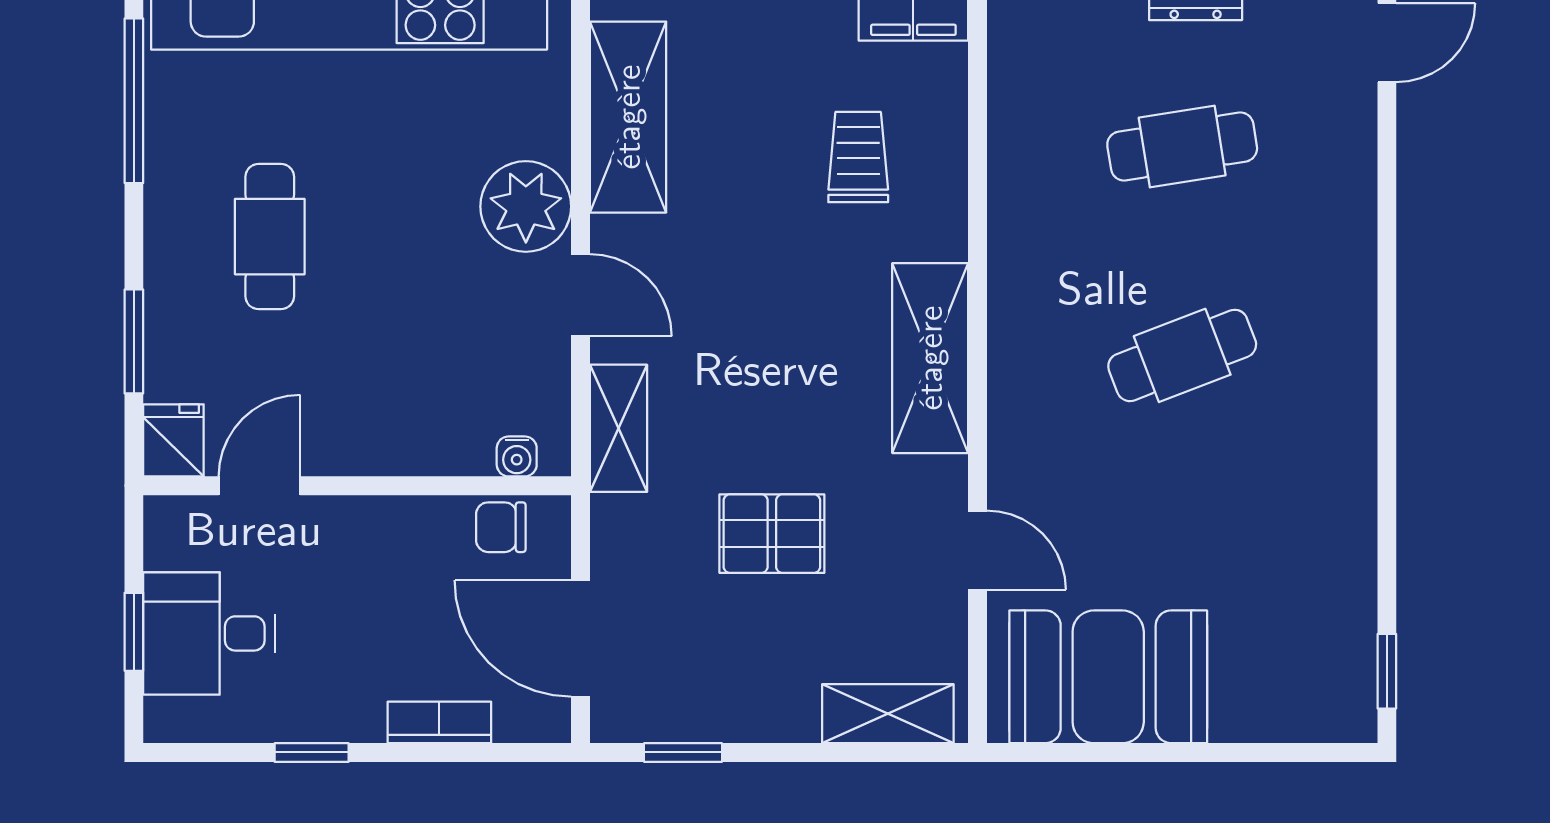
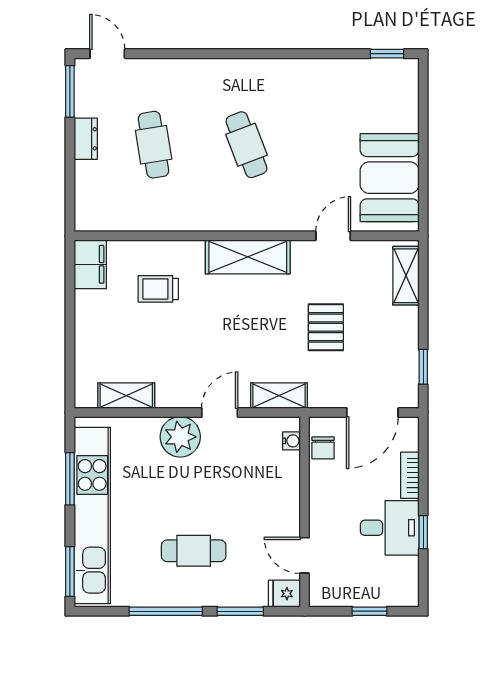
window: (134, 101) -> (166, 611), moved
shelving: (628, 117) -> (126, 396), width x0.67, depth x0.75
desk: (209, 633) -> (390, 528), moved, turned -90

